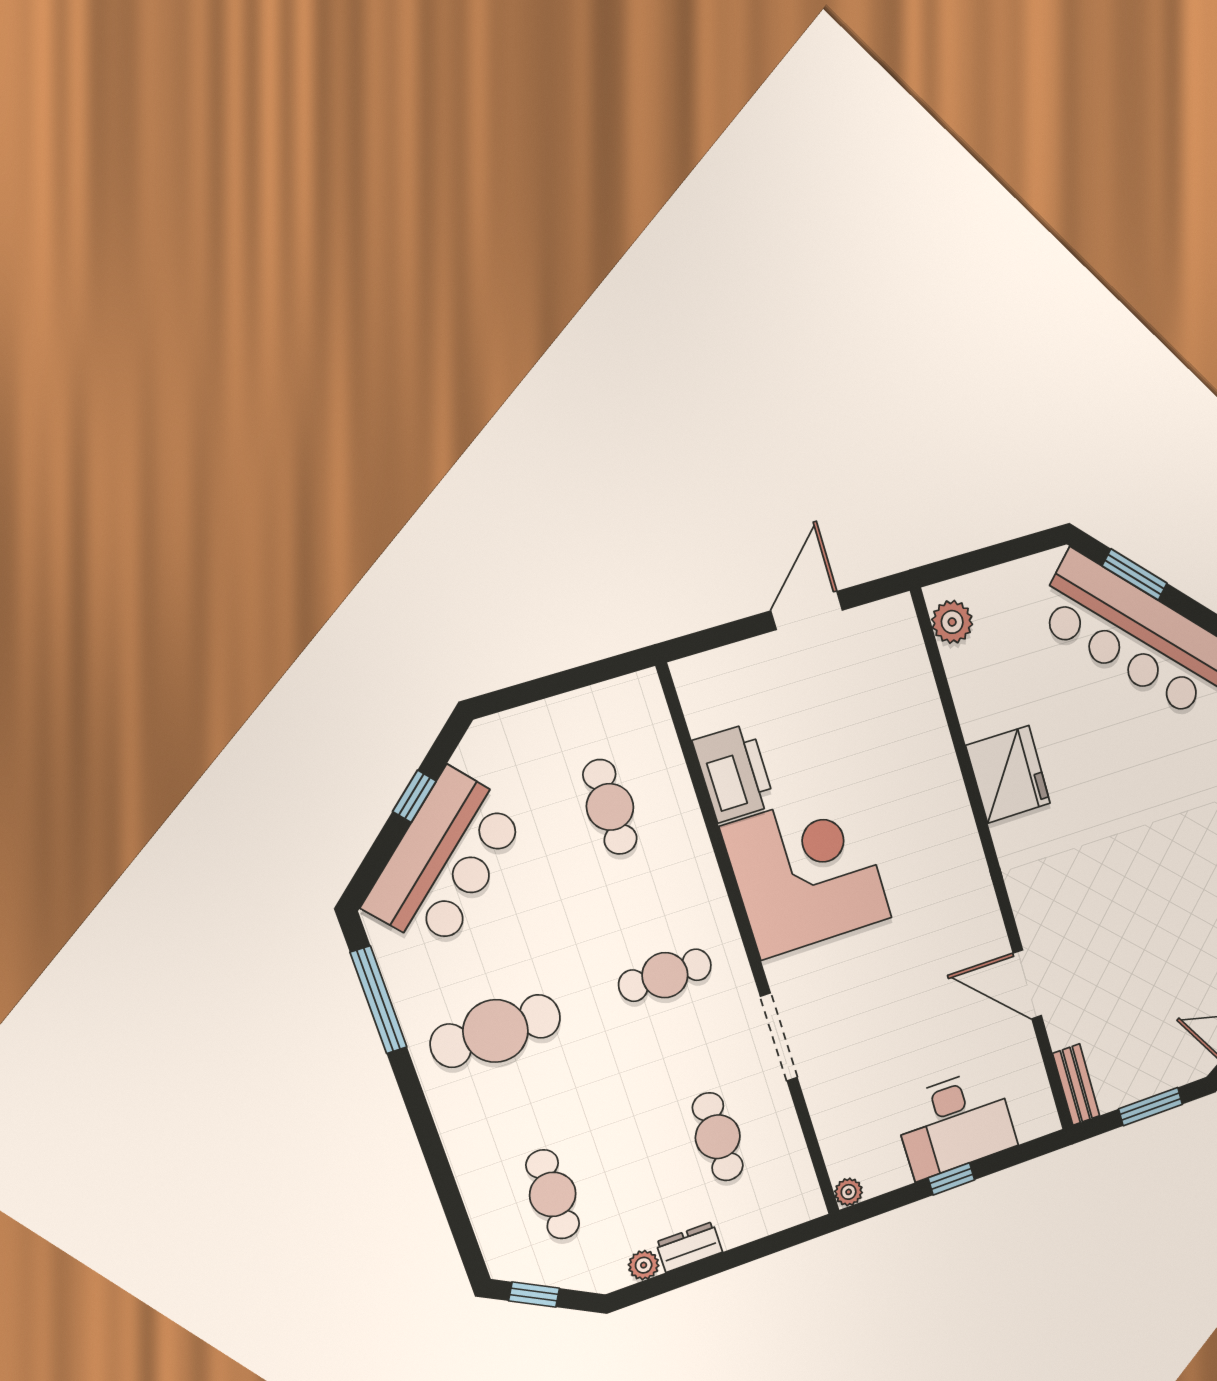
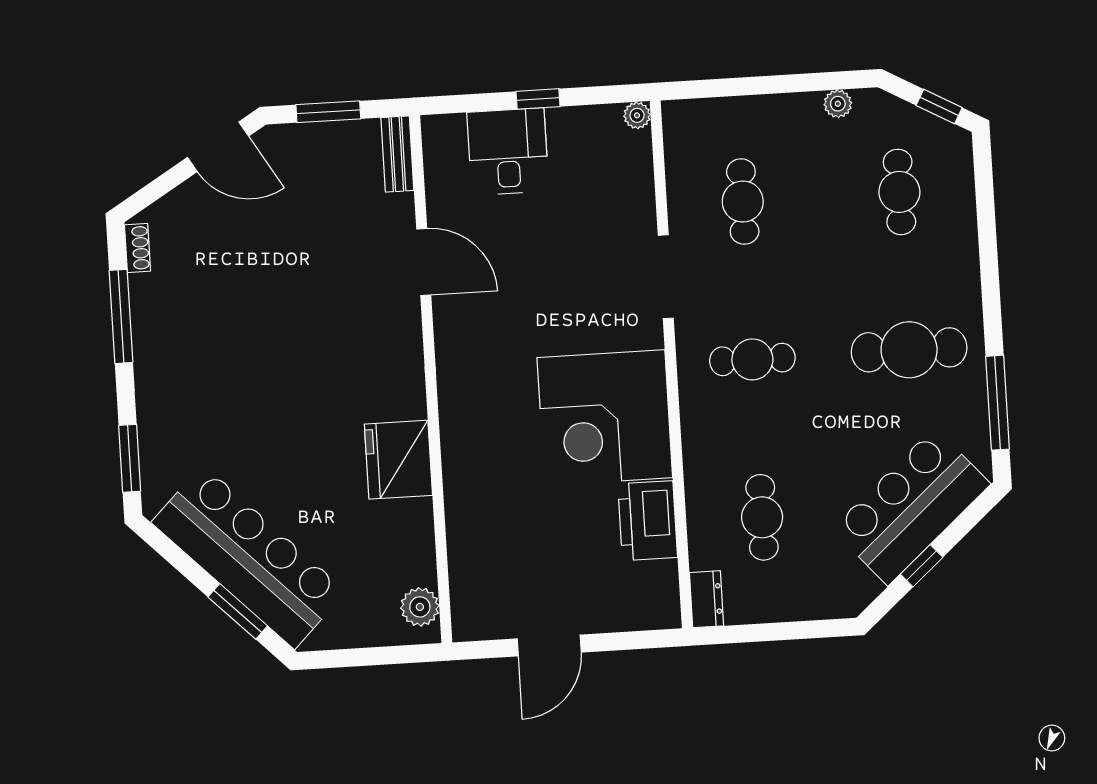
desk: (955, 1123) -> (508, 152), width x0.73
dresser: (689, 1247) -> (706, 599), moved, turned -90

